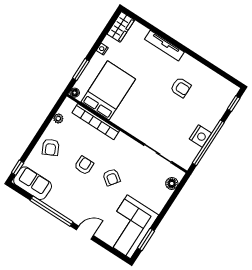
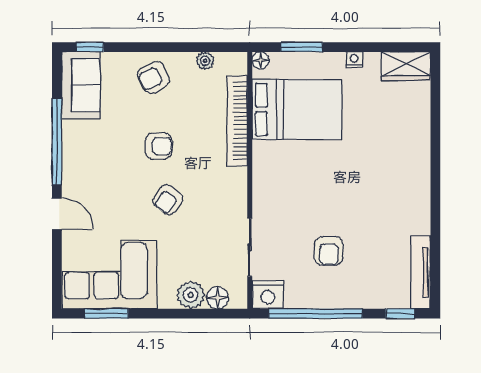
tv unit: (164, 46) -> (421, 272), moved
armchair: (181, 87) -> (329, 251), moved
nightstand: (200, 136) -> (268, 295), moved
plant: (162, 195) -> (191, 295), added

